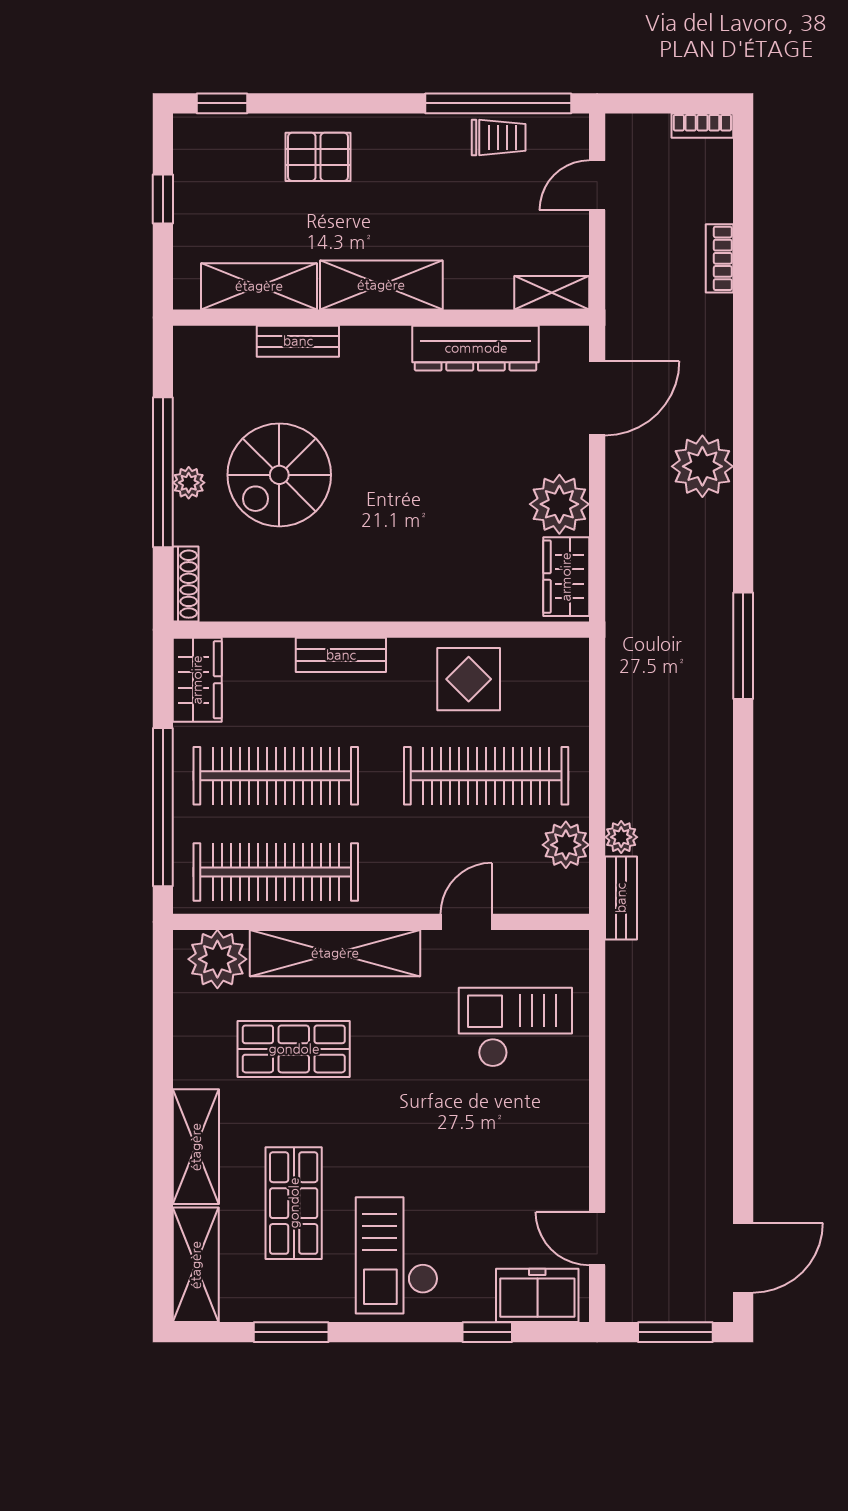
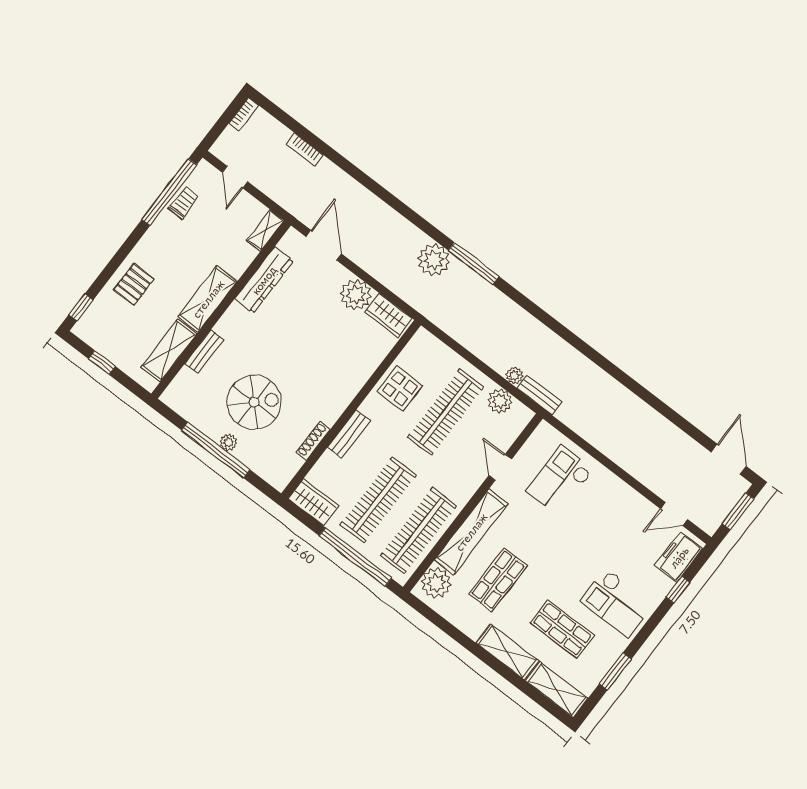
plant: (702, 466) -> (434, 260), moved
spiral stairs: (279, 475) -> (254, 402), turned -90
shoe rack: (186, 584) -> (313, 441), moved, turned -90

